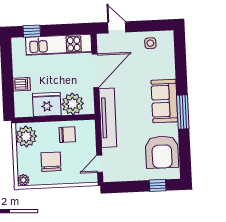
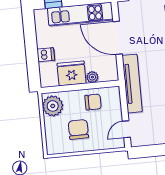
door: (95, 71) -> (118, 38), swing flipped
plant: (73, 104) -> (92, 77), width x0.53, depth x0.53
plant: (23, 180) -> (52, 149), removed

